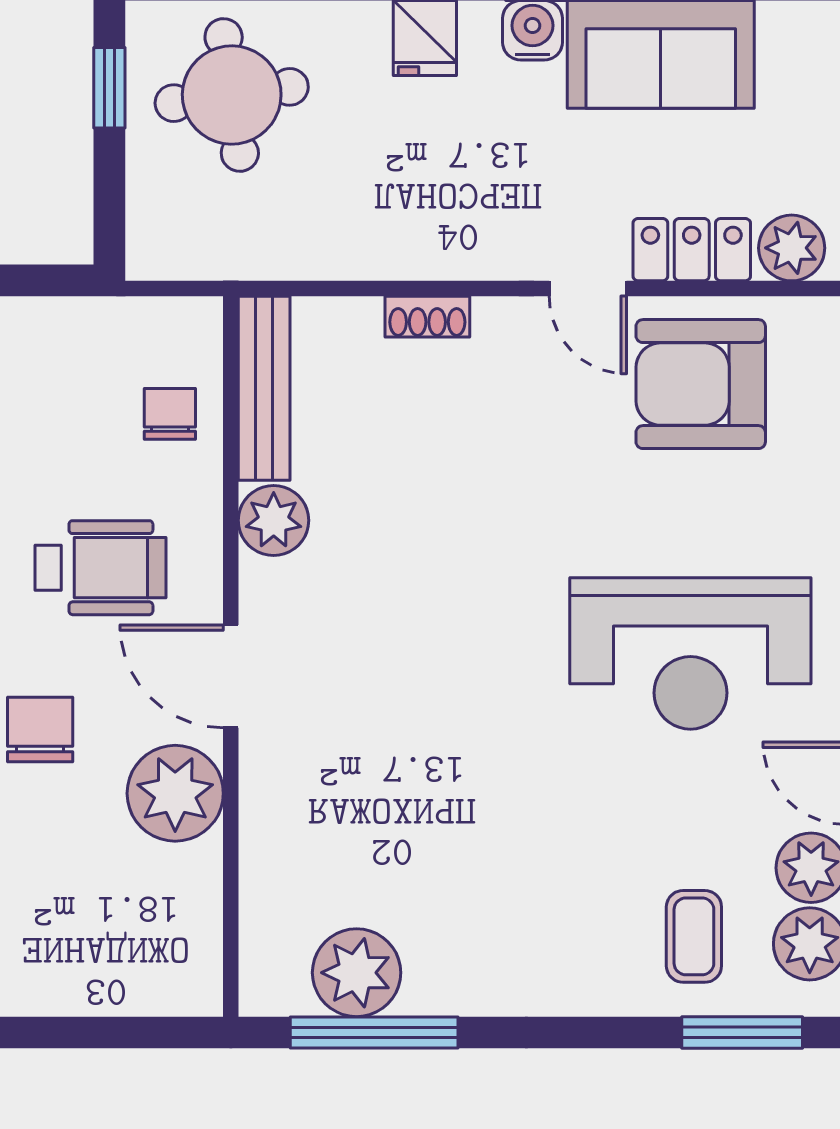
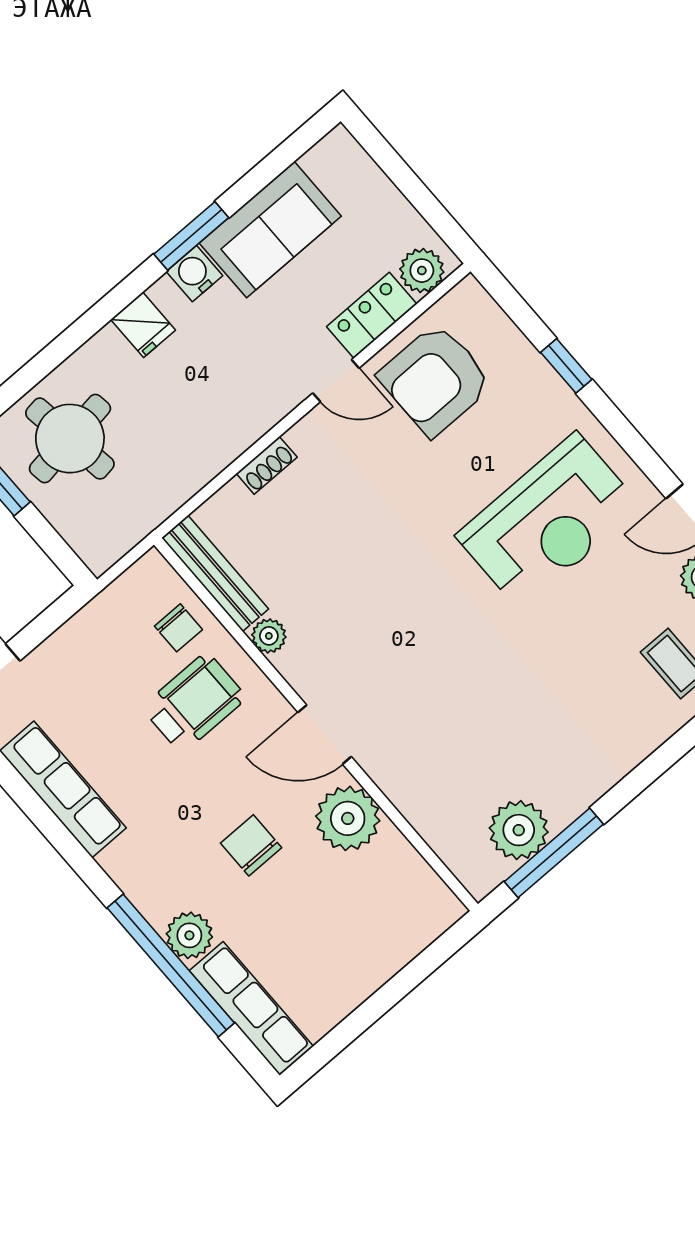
chair: (170, 414) -> (178, 628), turned 180
plant: (274, 520) -> (269, 636), width x0.73, depth x0.73
wheelchair: (100, 568) -> (194, 703), moved

